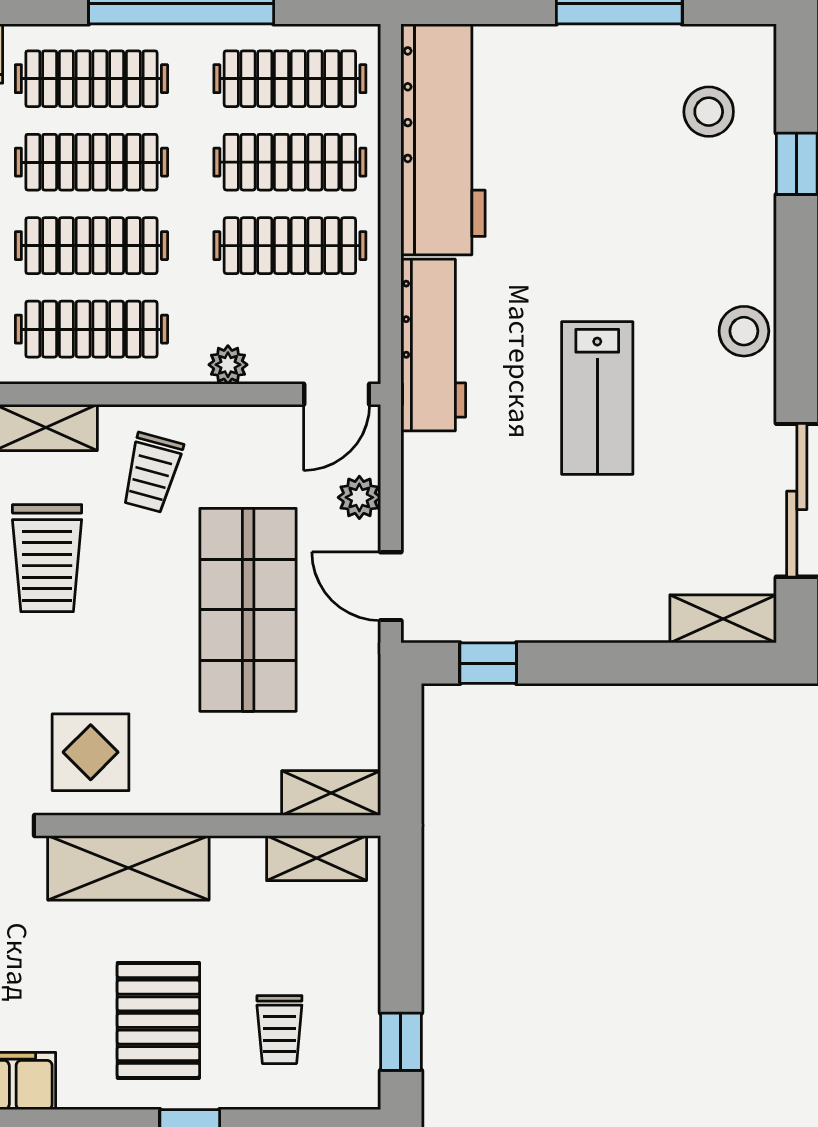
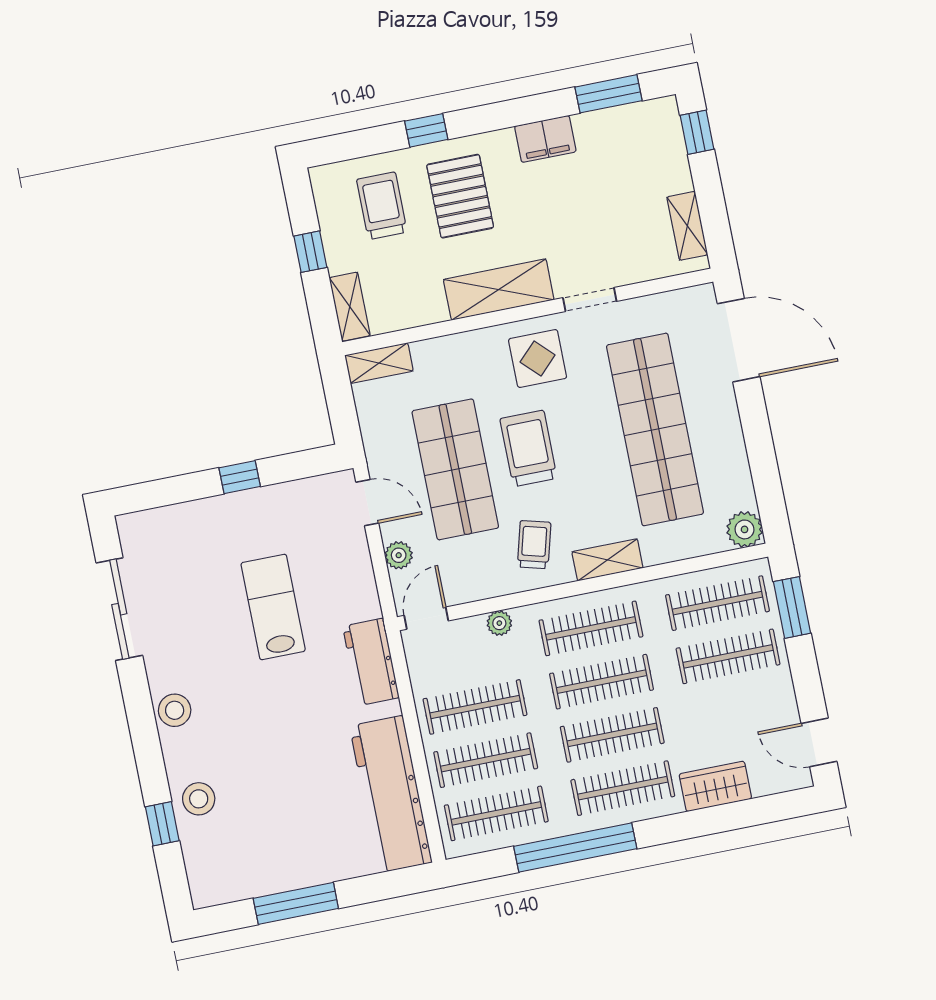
stool: (709, 112) -> (199, 799), moved
workbench: (433, 345) -> (371, 662), width x0.73
lab bench: (597, 398) -> (273, 607), moved
trolley: (47, 558) -> (528, 448), moved
shelving: (723, 619) -> (151, 524), removed
window: (488, 663) -> (240, 477), moved
shelving: (317, 858) -> (350, 307), moved, turned 90
trolley: (279, 1030) -> (382, 206), width x1.36, depth x1.39
window: (401, 1042) -> (310, 252), moved

